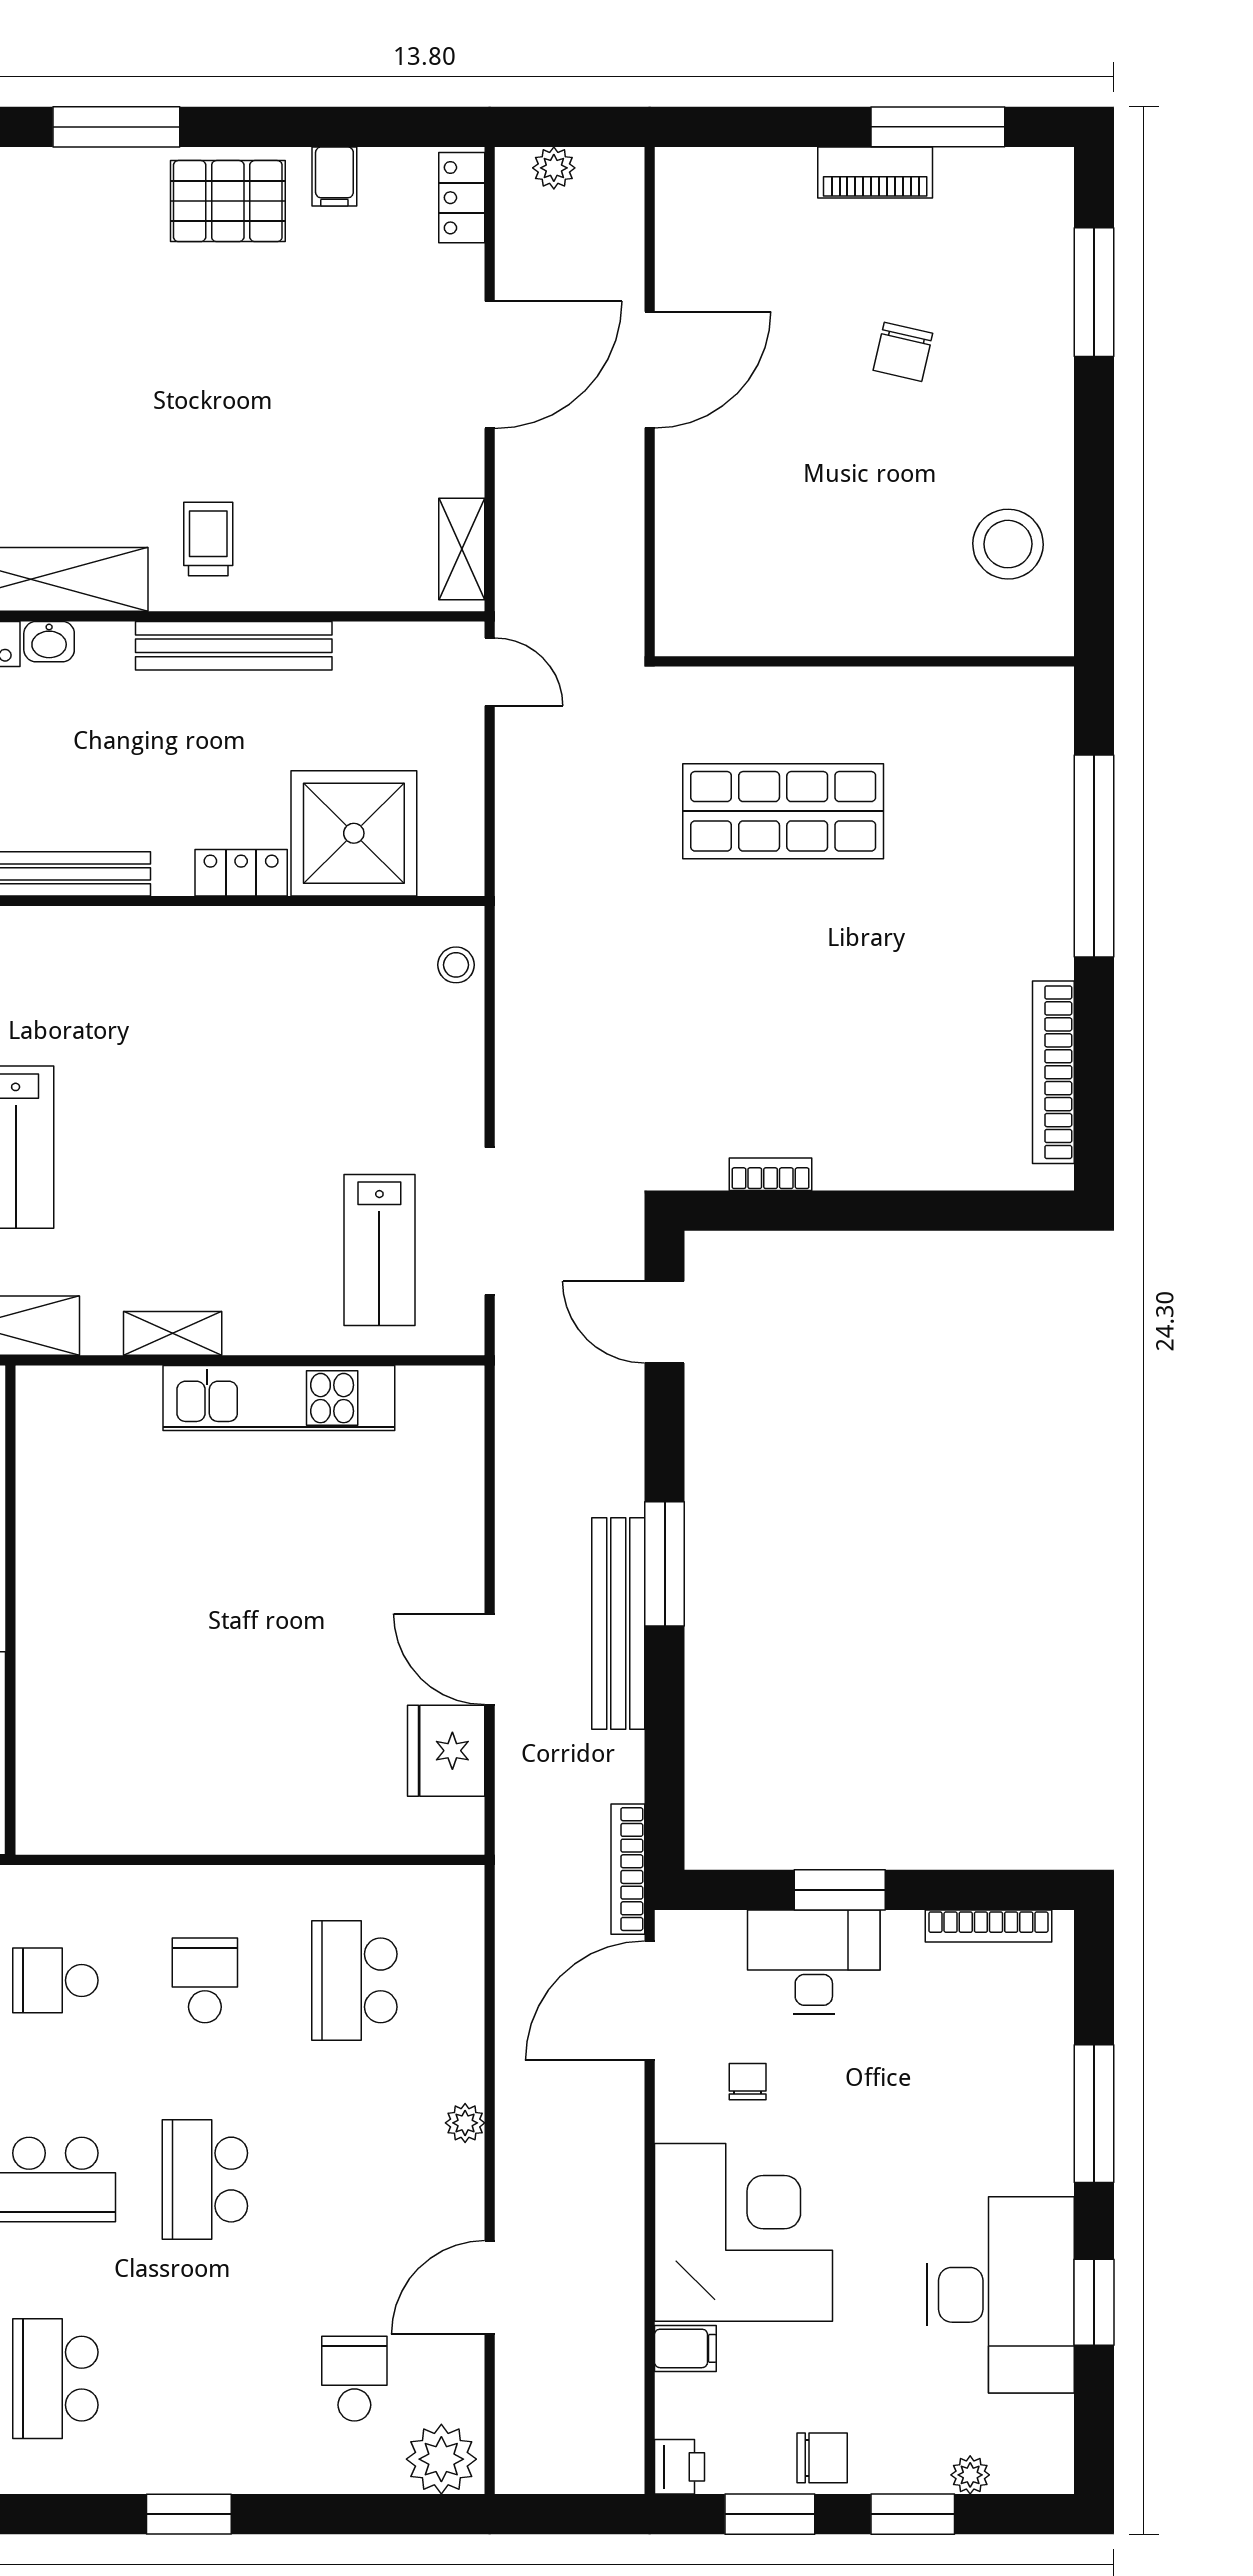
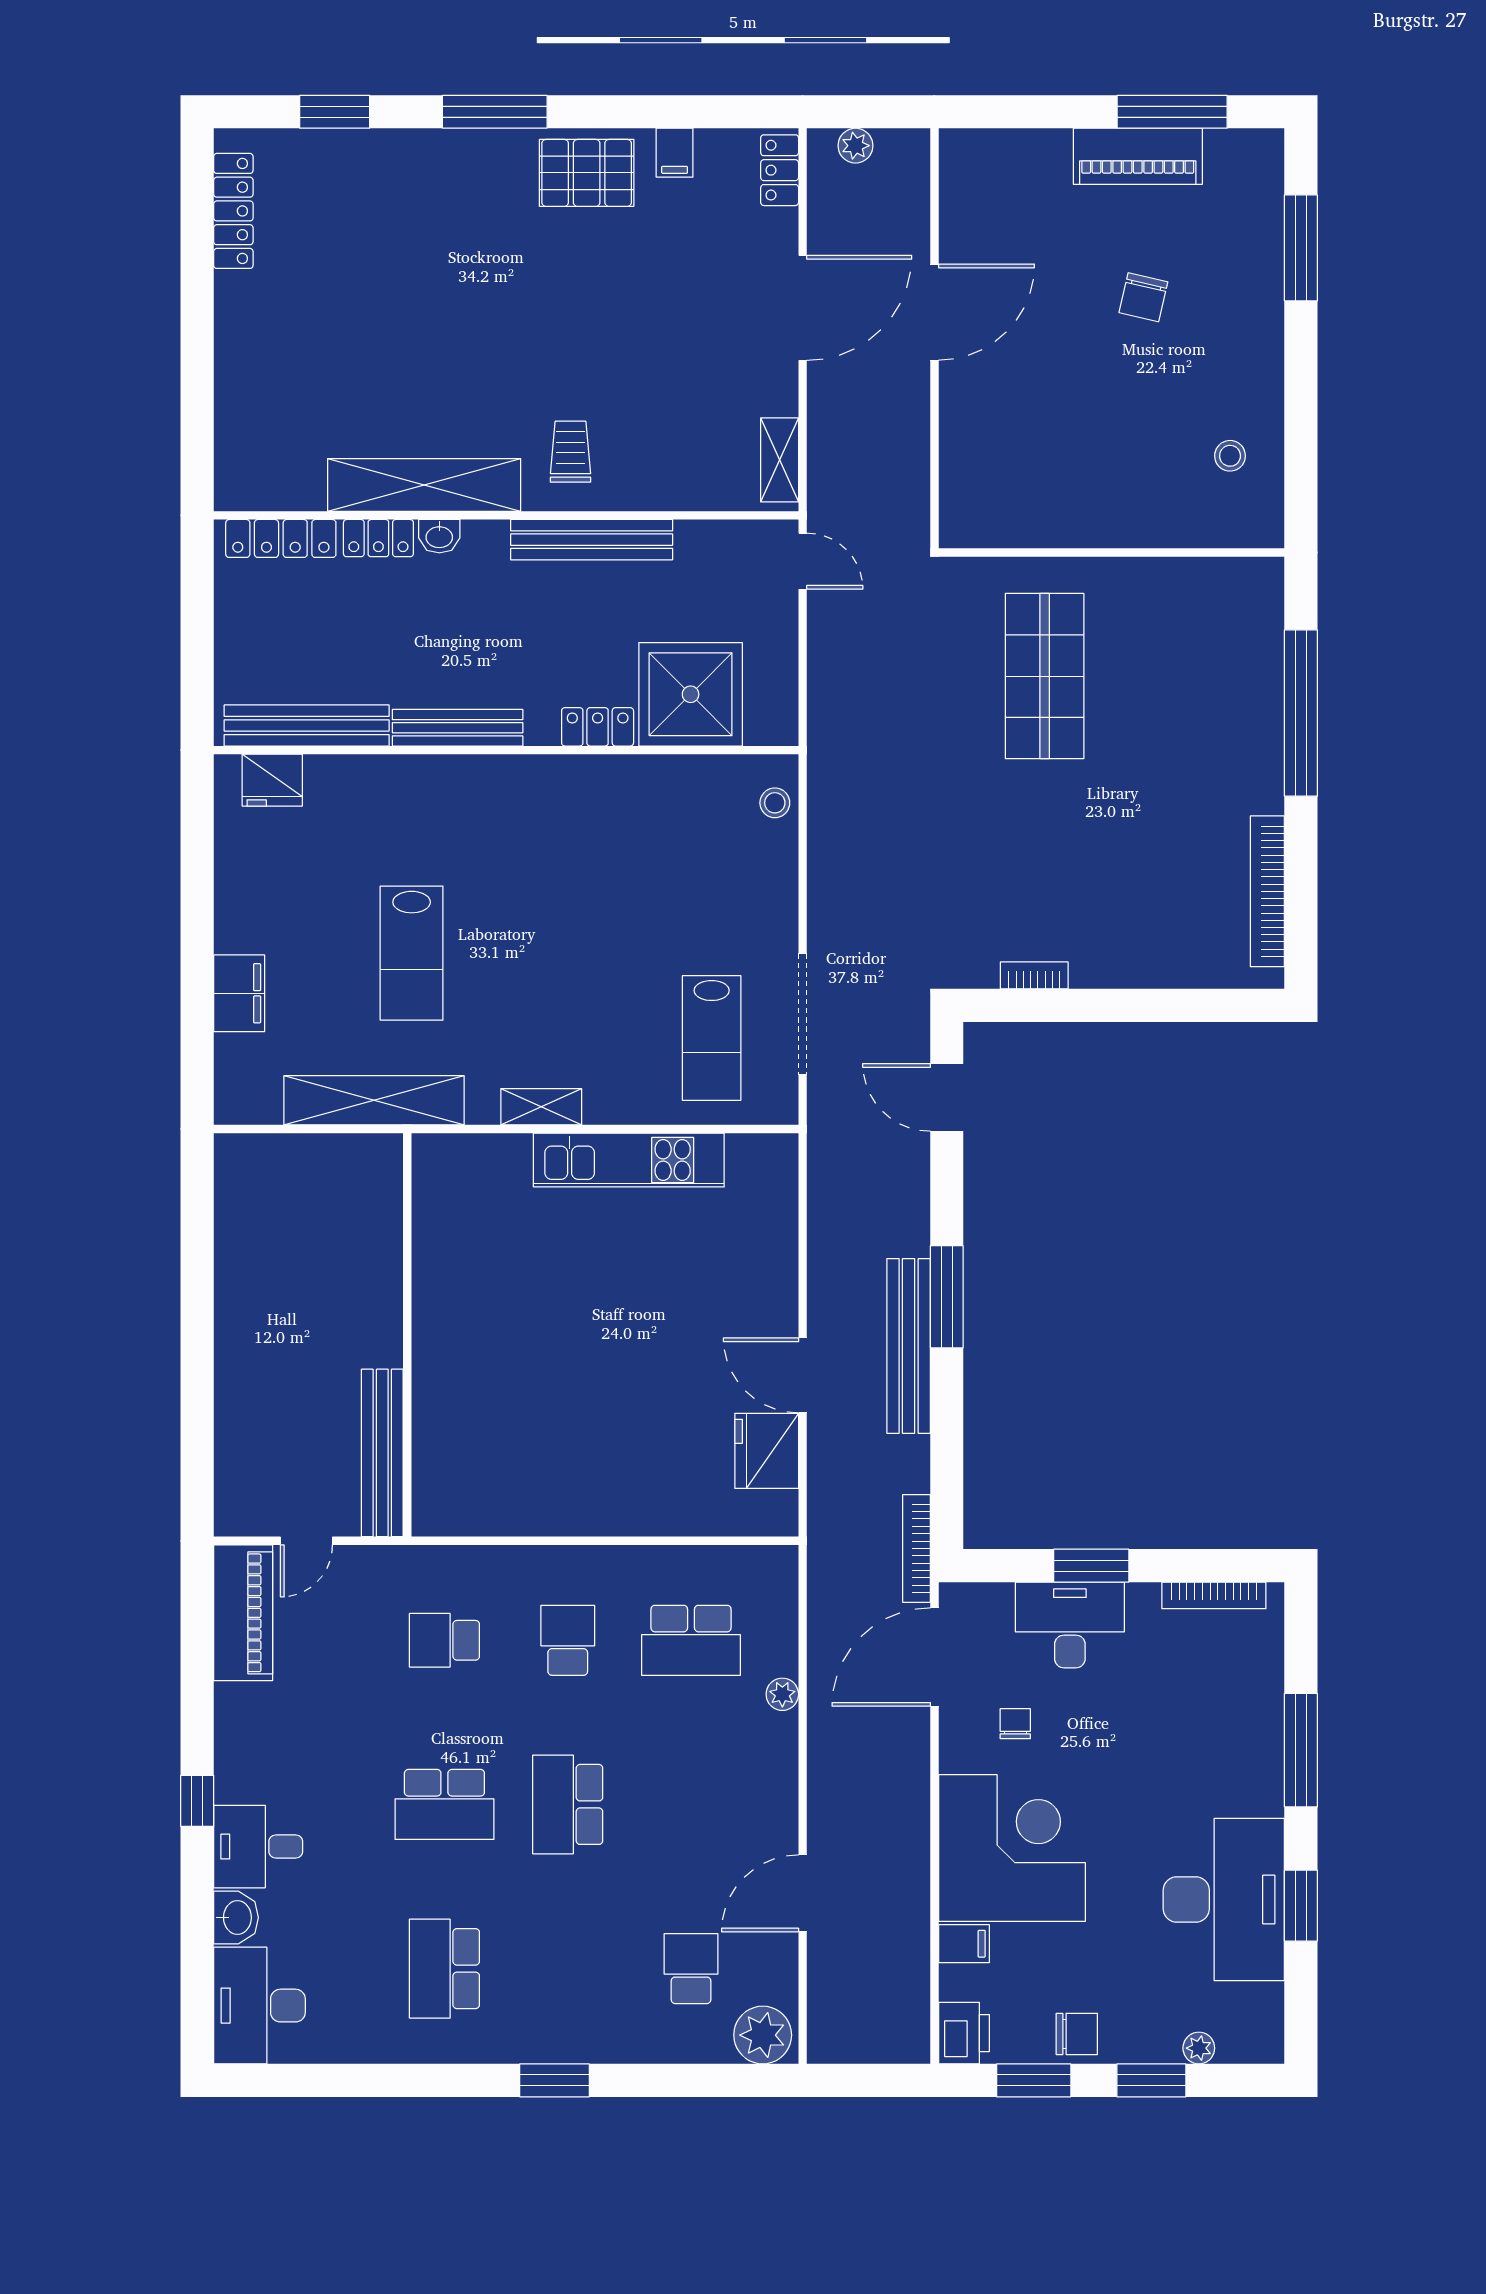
piano: (875, 172) -> (1138, 156), width x1.37, depth x1.33
stool: (1008, 544) -> (1230, 456), width x0.53, depth x0.53
shop shelf: (783, 811) -> (1045, 676), turned 90
school desk: (354, 1980) -> (691, 1640), turned -90
plant: (465, 2123) -> (782, 1694), moved
printer: (679, 2467) -> (964, 2033), width x1.36, depth x1.24

